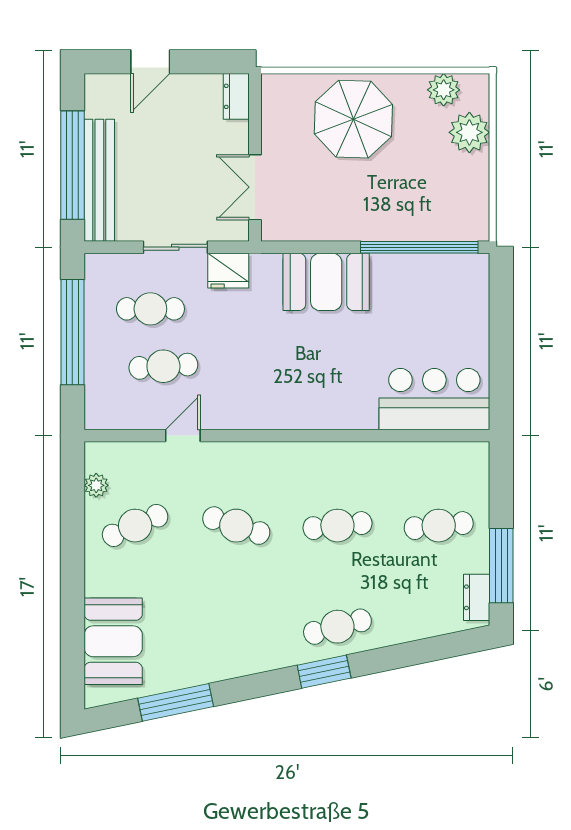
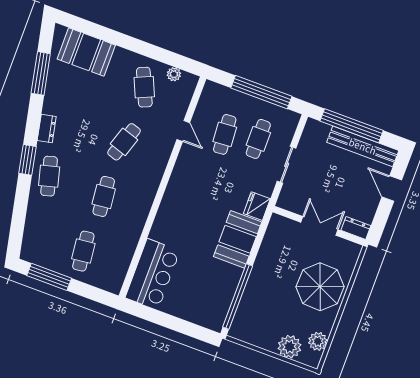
bench: (99, 180) -> (363, 146), moved
double door: (255, 187) -> (319, 226), moved
fridge: (228, 271) -> (257, 206), moved
dresser: (477, 597) -> (47, 129), moved, turned 78

